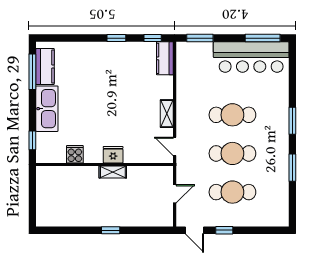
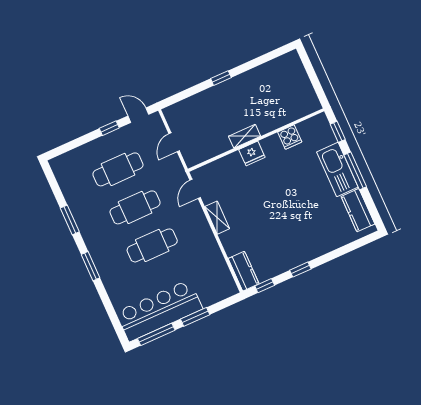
window: (200, 38) -> (195, 317), moved
window: (32, 72) -> (355, 171), moved
door: (175, 146) -> (195, 189), swing flipped

